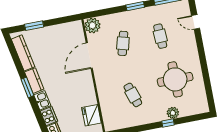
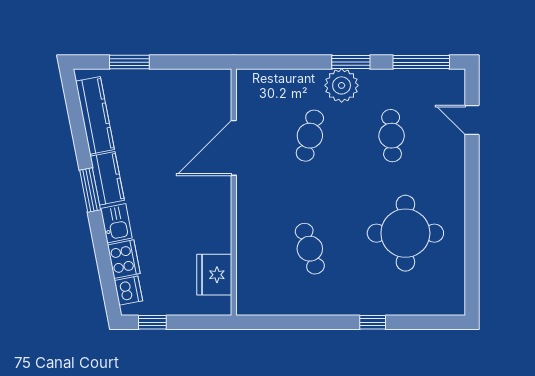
plant: (92, 25) -> (342, 85), moved
plant: (173, 113) -> (387, 303), removed

